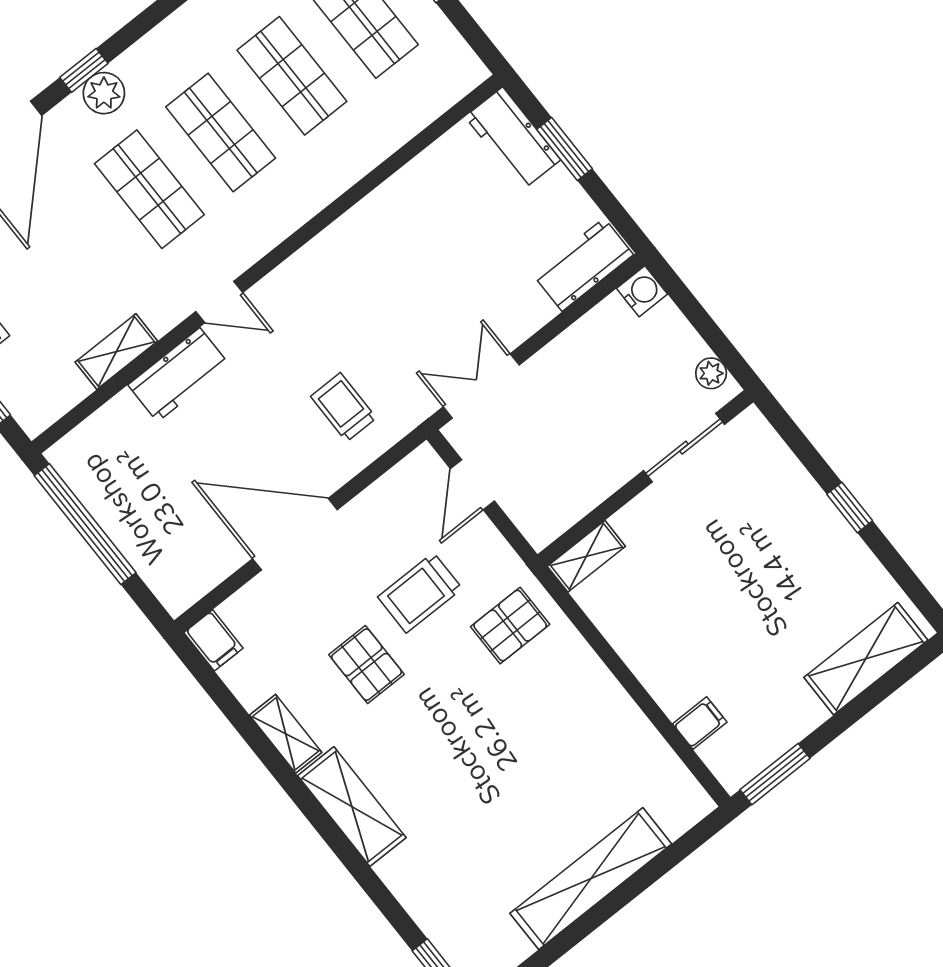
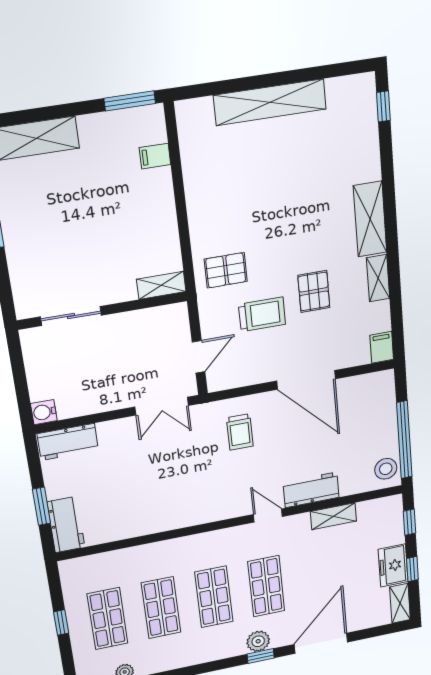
plant: (711, 373) -> (31, 349), removed
stool: (84, 466) -> (386, 469), added

